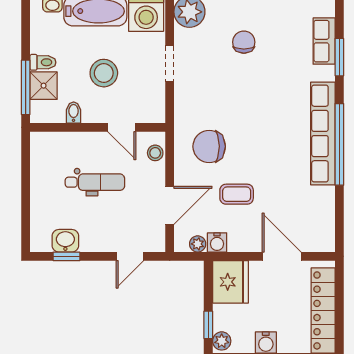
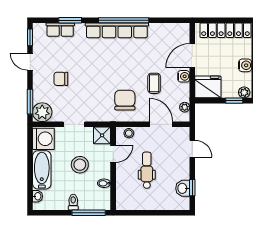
shower: (44, 86) -> (102, 135), moved
chair: (209, 146) -> (125, 100), turned 180
water cooler: (217, 242) -> (184, 76), moved

